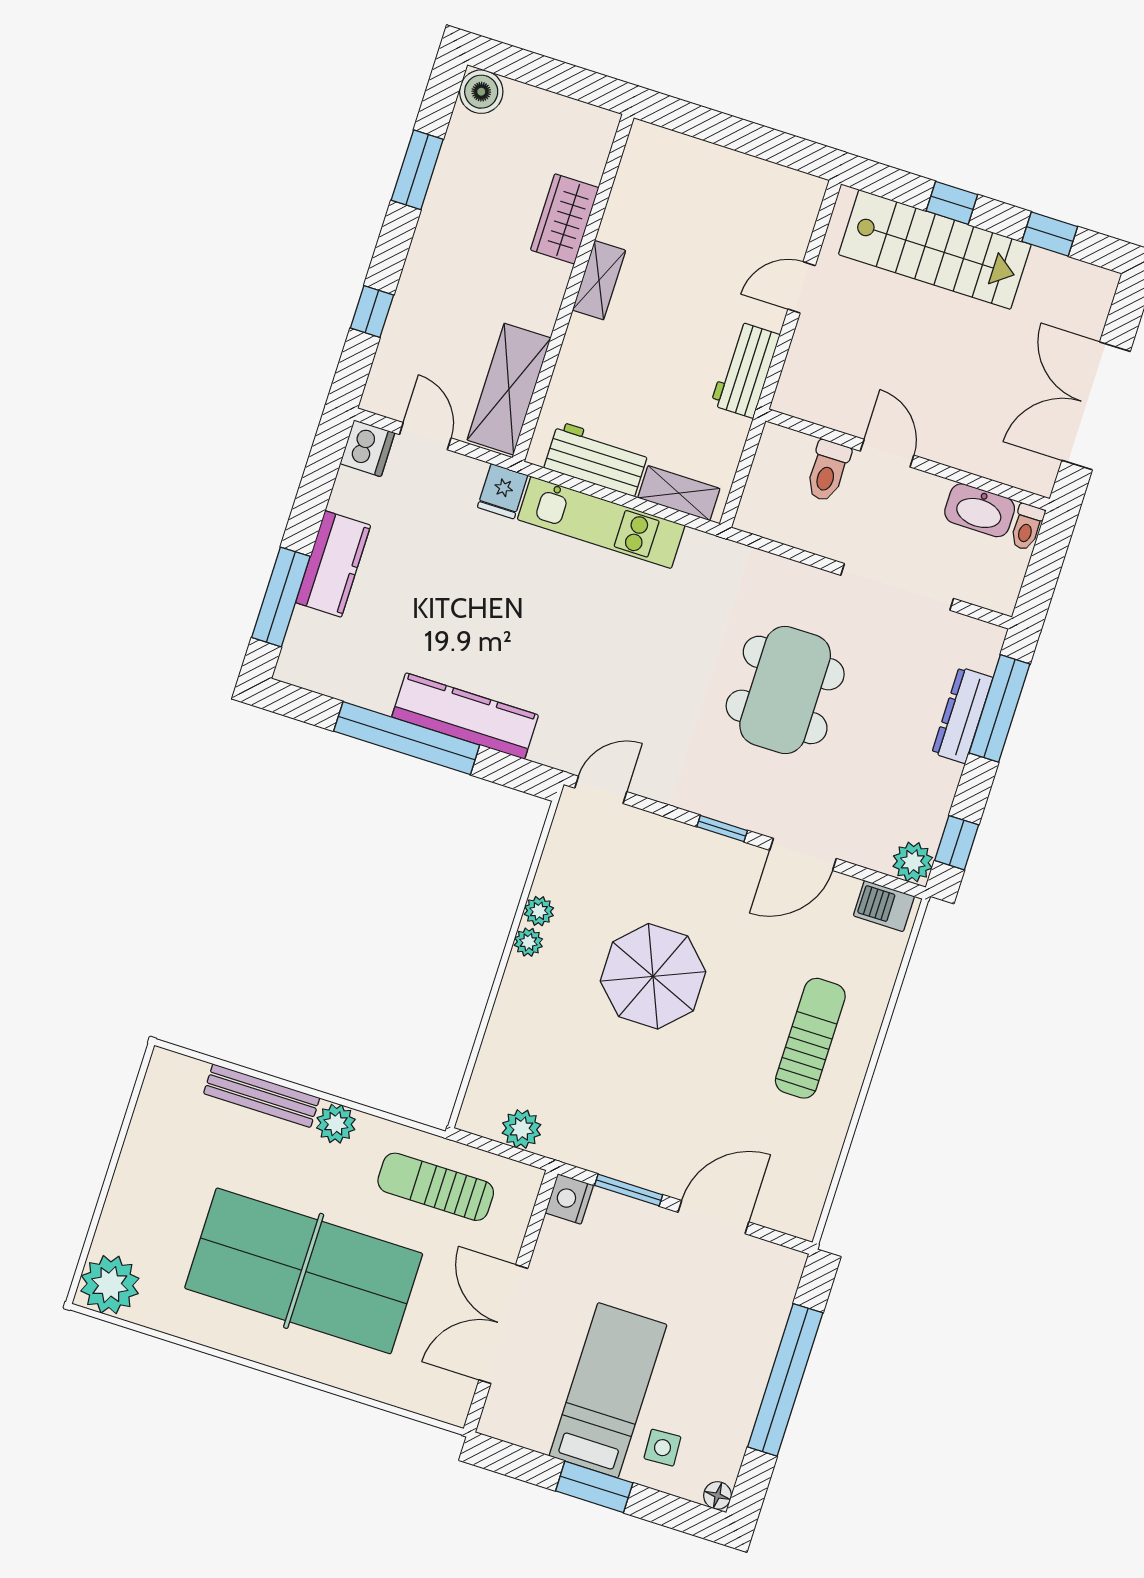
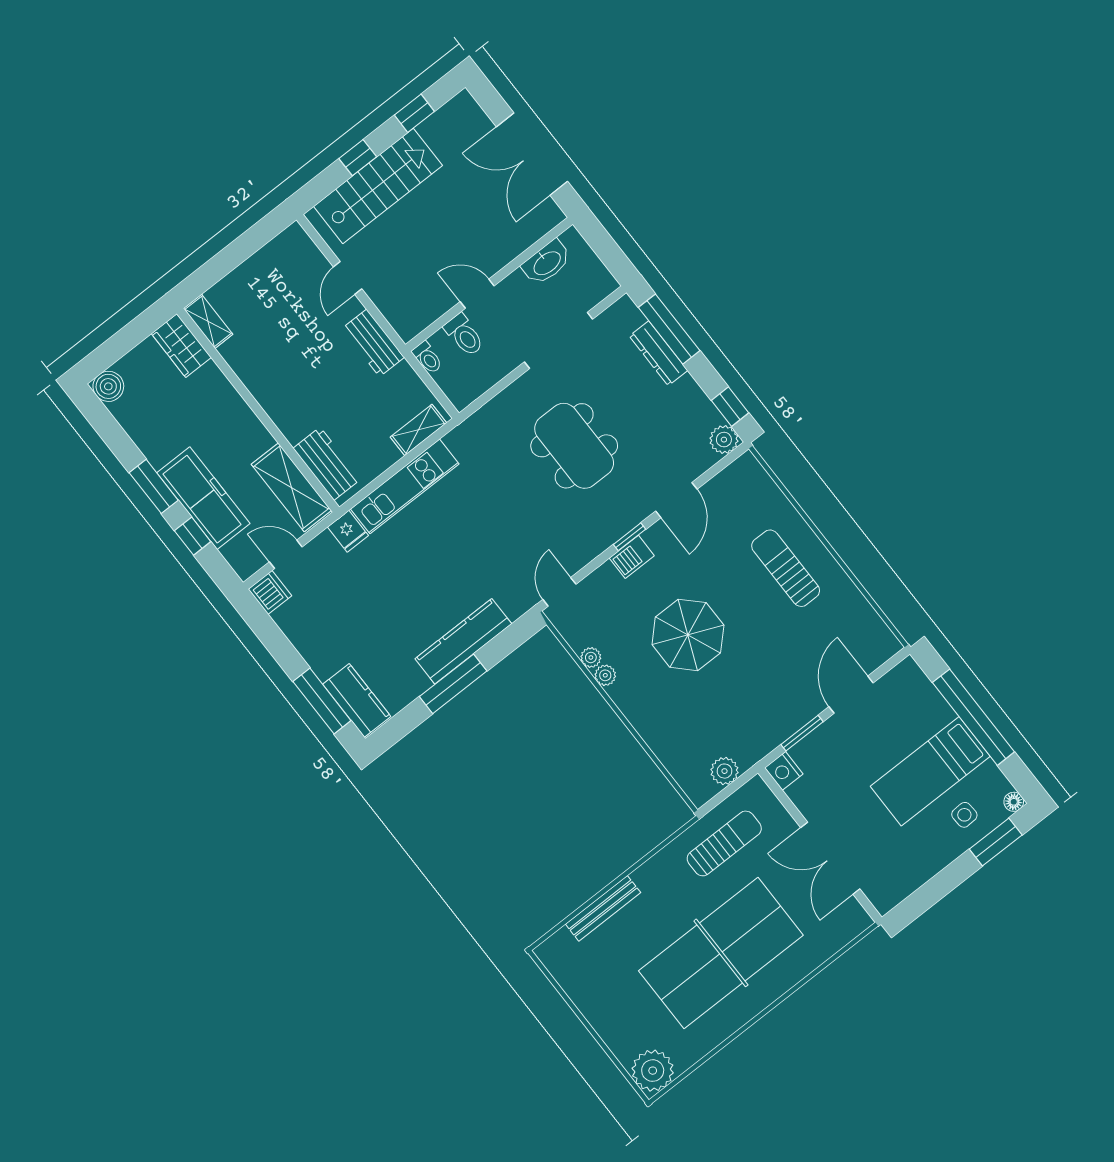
window: (417, 170) -> (154, 486), moved
wardrobe: (565, 219) -> (181, 346), moved
shelving: (599, 280) -> (208, 321), moved
freezer: (425, 294) -> (203, 498), added
workbench: (597, 459) -> (327, 464), moved, turned 90
toilet: (1027, 527) -> (427, 358), moved
kitchen counter: (333, 564) -> (357, 700), moved
window: (407, 738) -> (453, 684), width x0.68
barbecue: (884, 906) -> (632, 557), moved
plant: (528, 942) -> (591, 657), moved
plant: (336, 1124) -> (648, 876), removed
sun lounger: (436, 1187) -> (724, 843), turned 180
bed: (608, 1390) -> (930, 771), moved, turned -90
window: (594, 1487) -> (996, 842), moved

